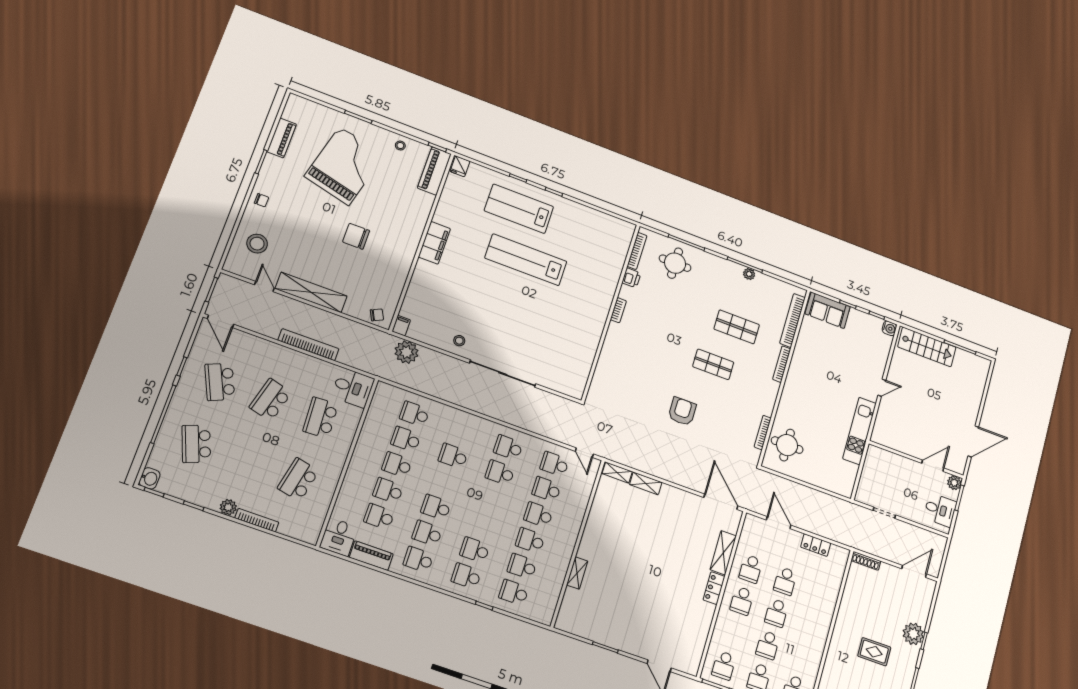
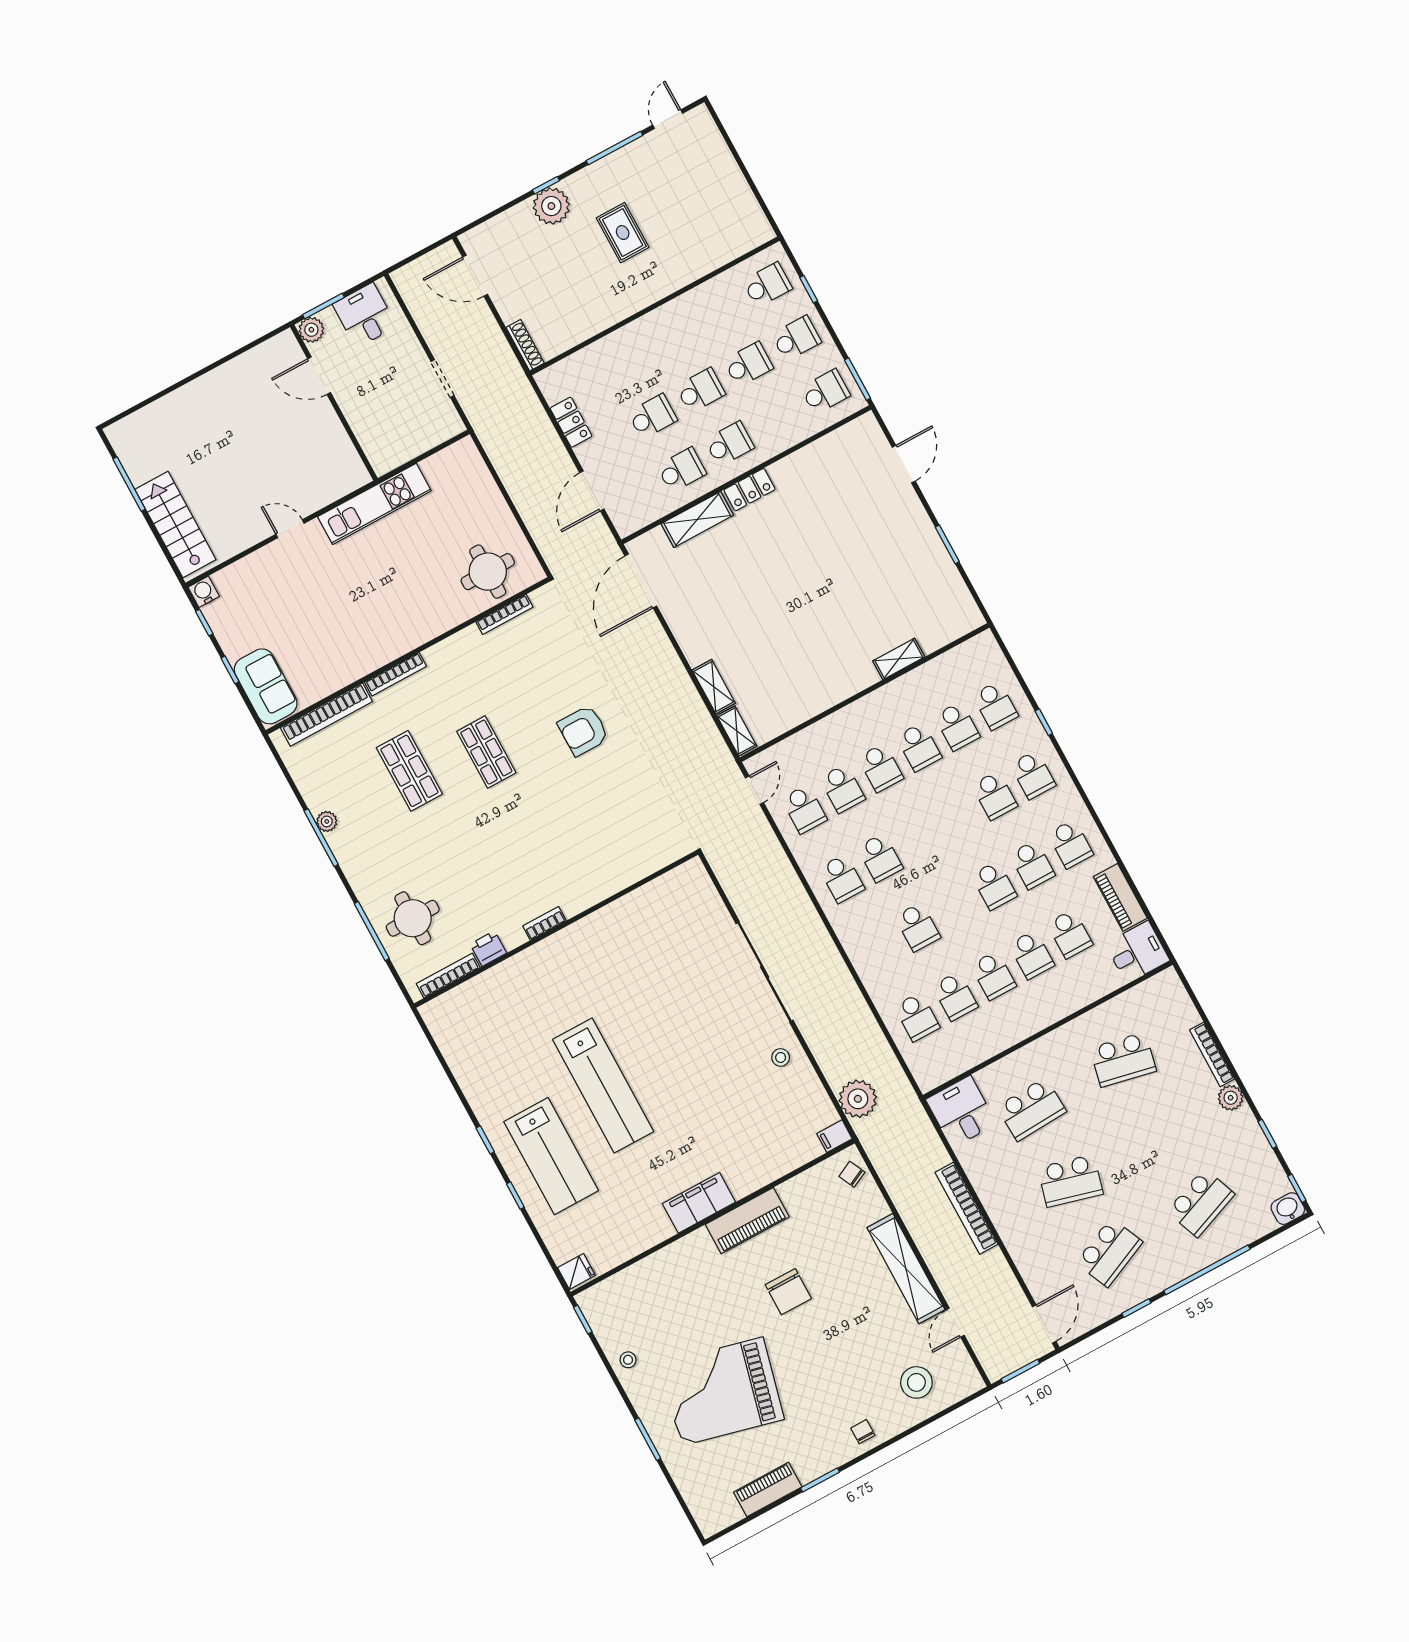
piano: (434, 171) -> (747, 1221), moved
door: (973, 441) -> (233, 355), removed

